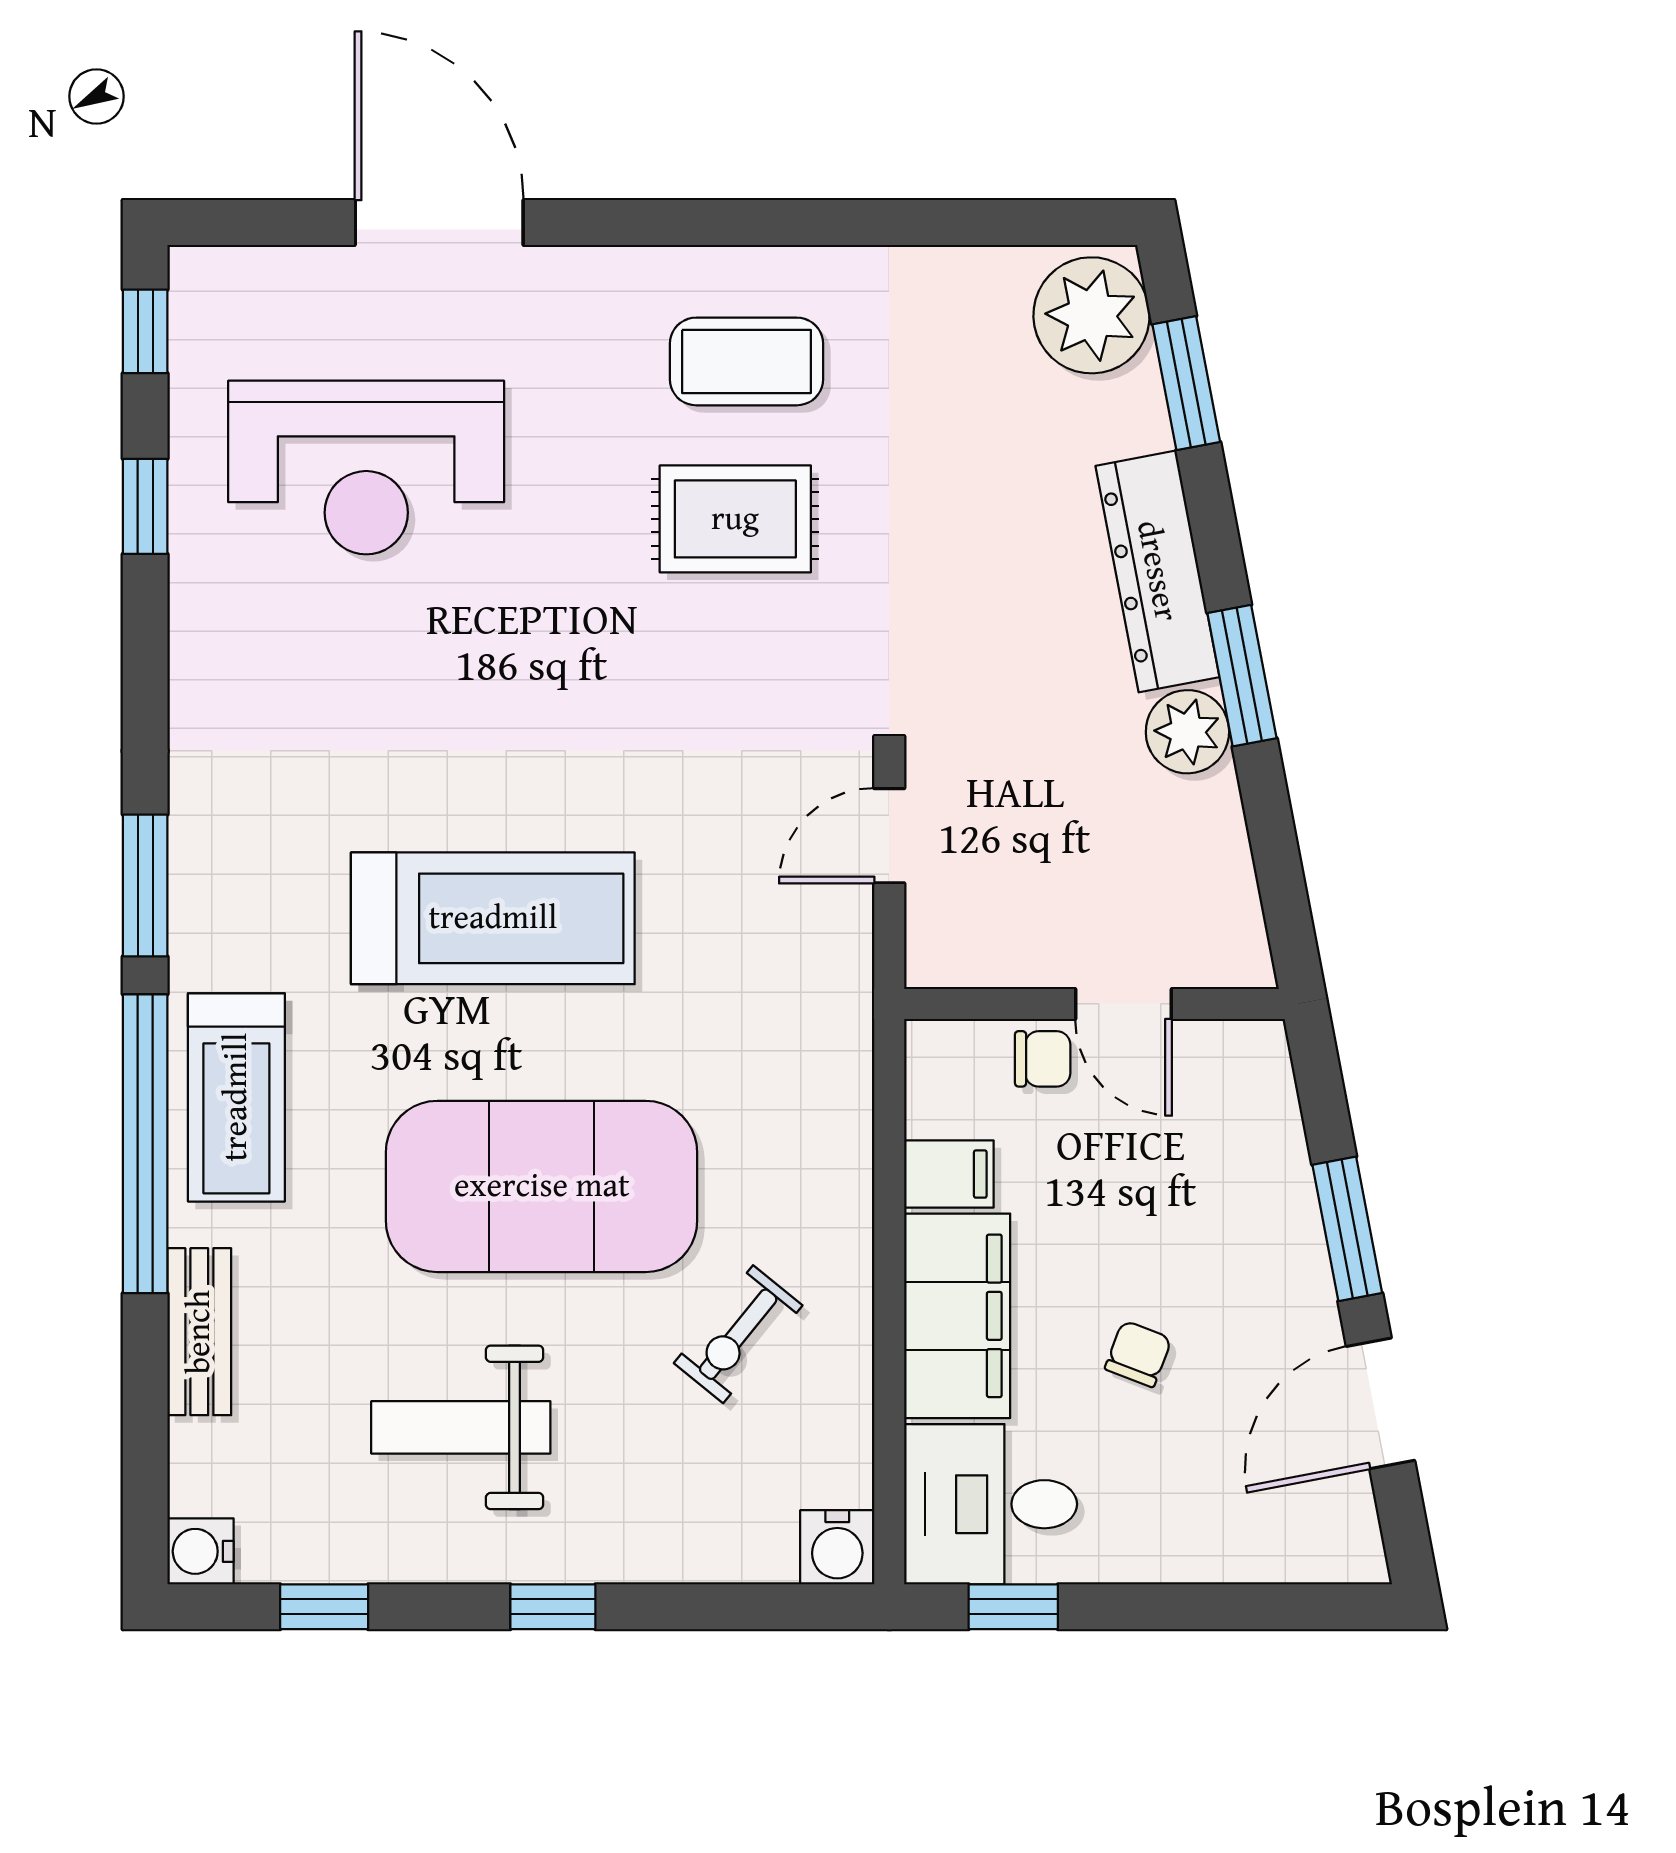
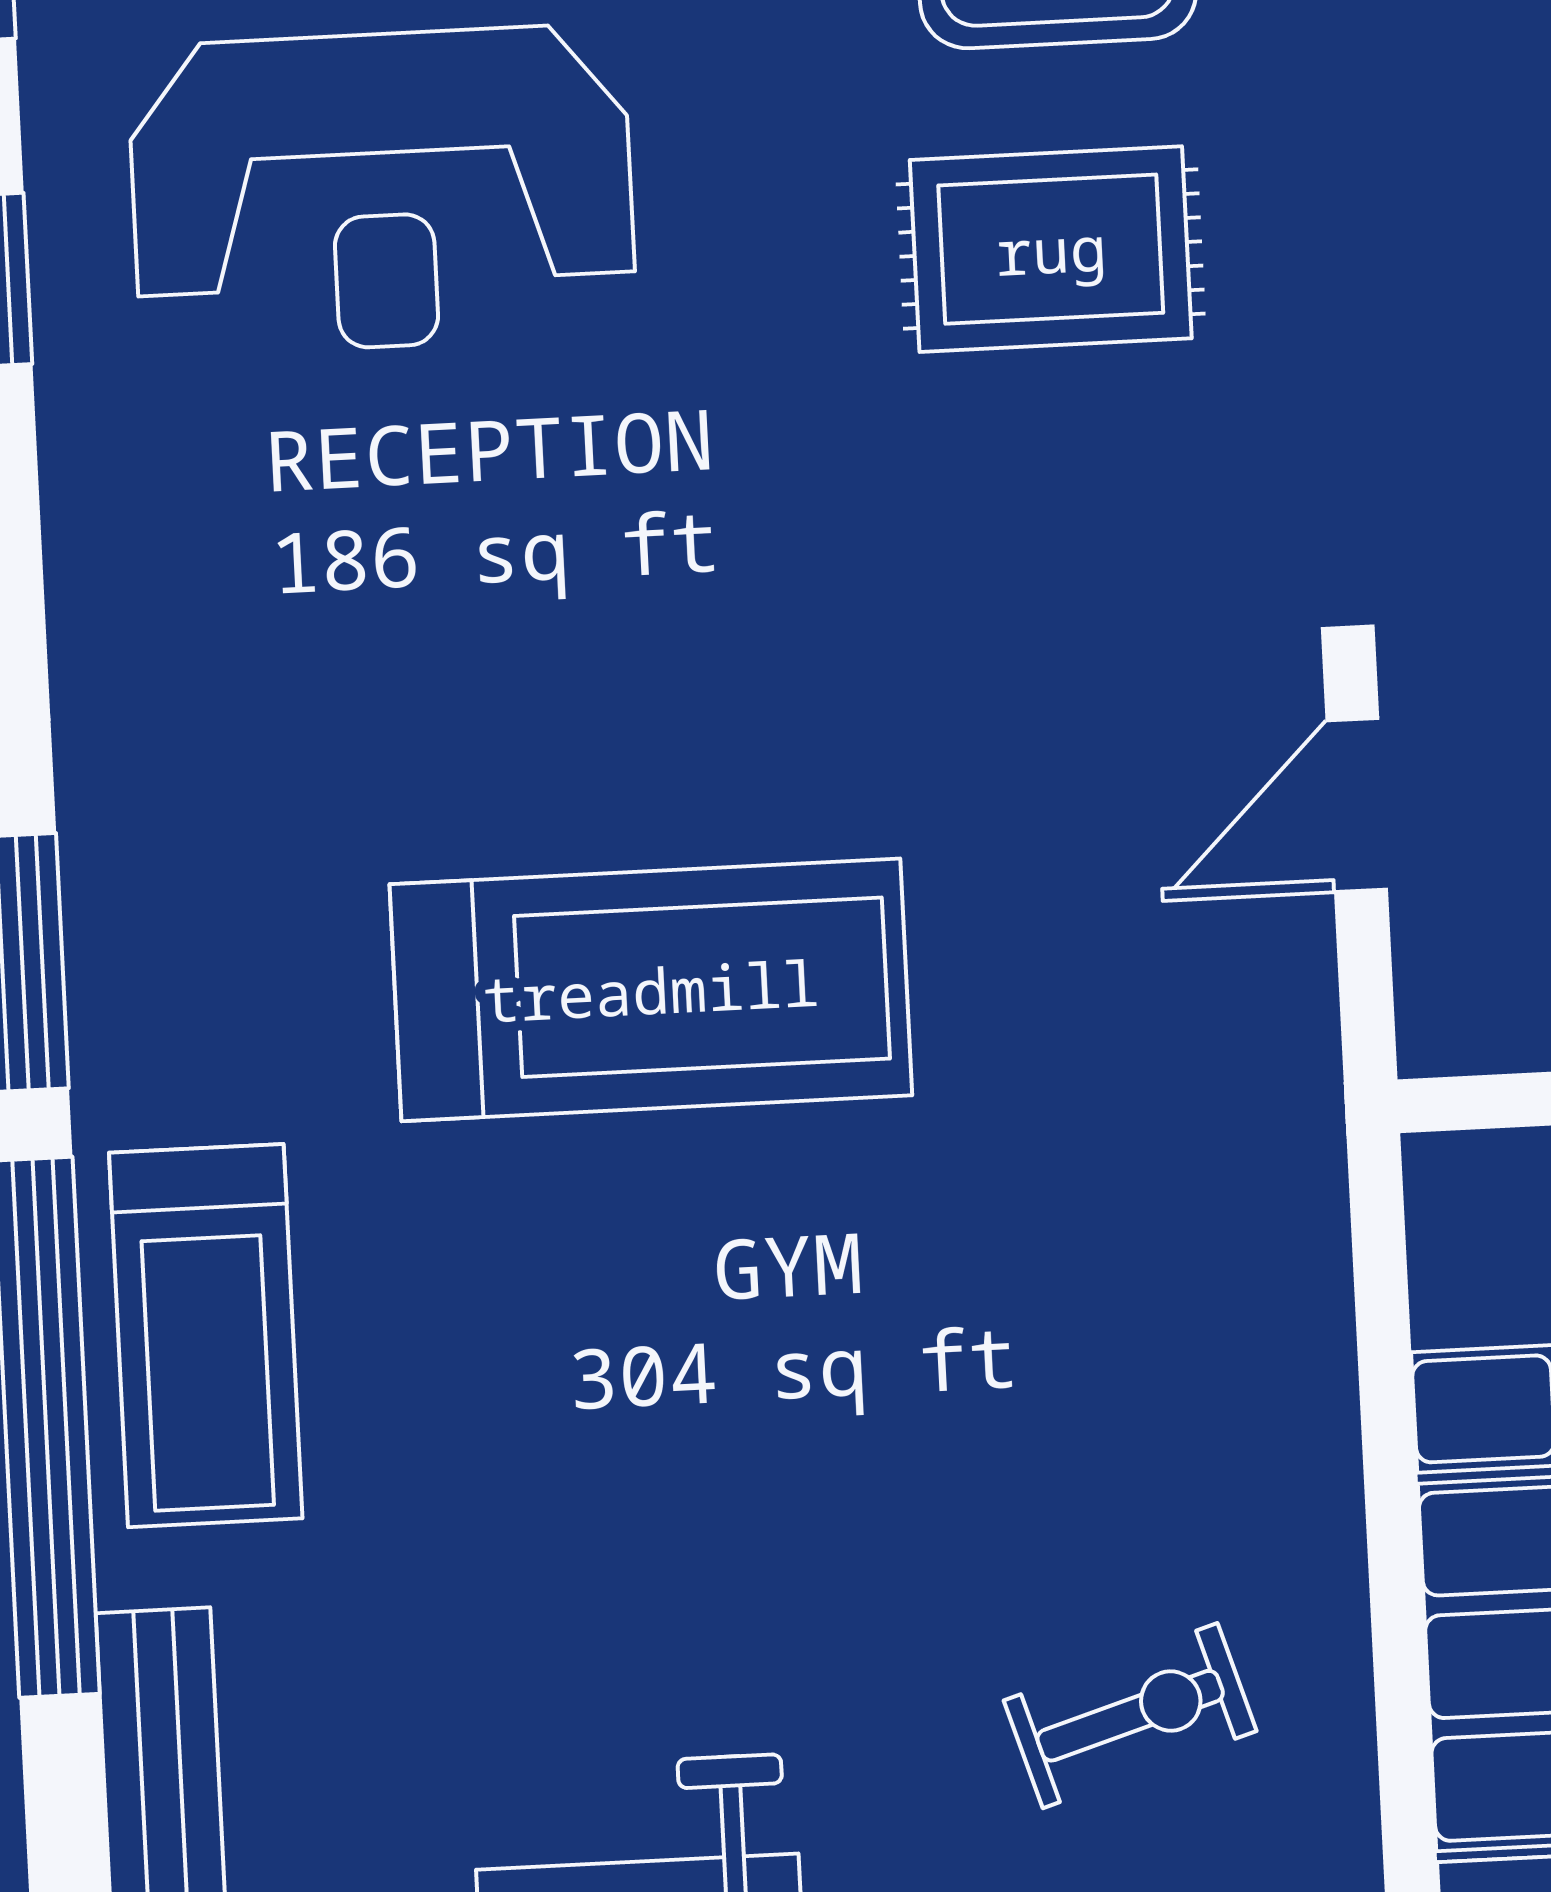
exercise mat: (542, 1186) -> (763, 1468), removed
exercise bike: (738, 1334) -> (1130, 1716), turned -146

